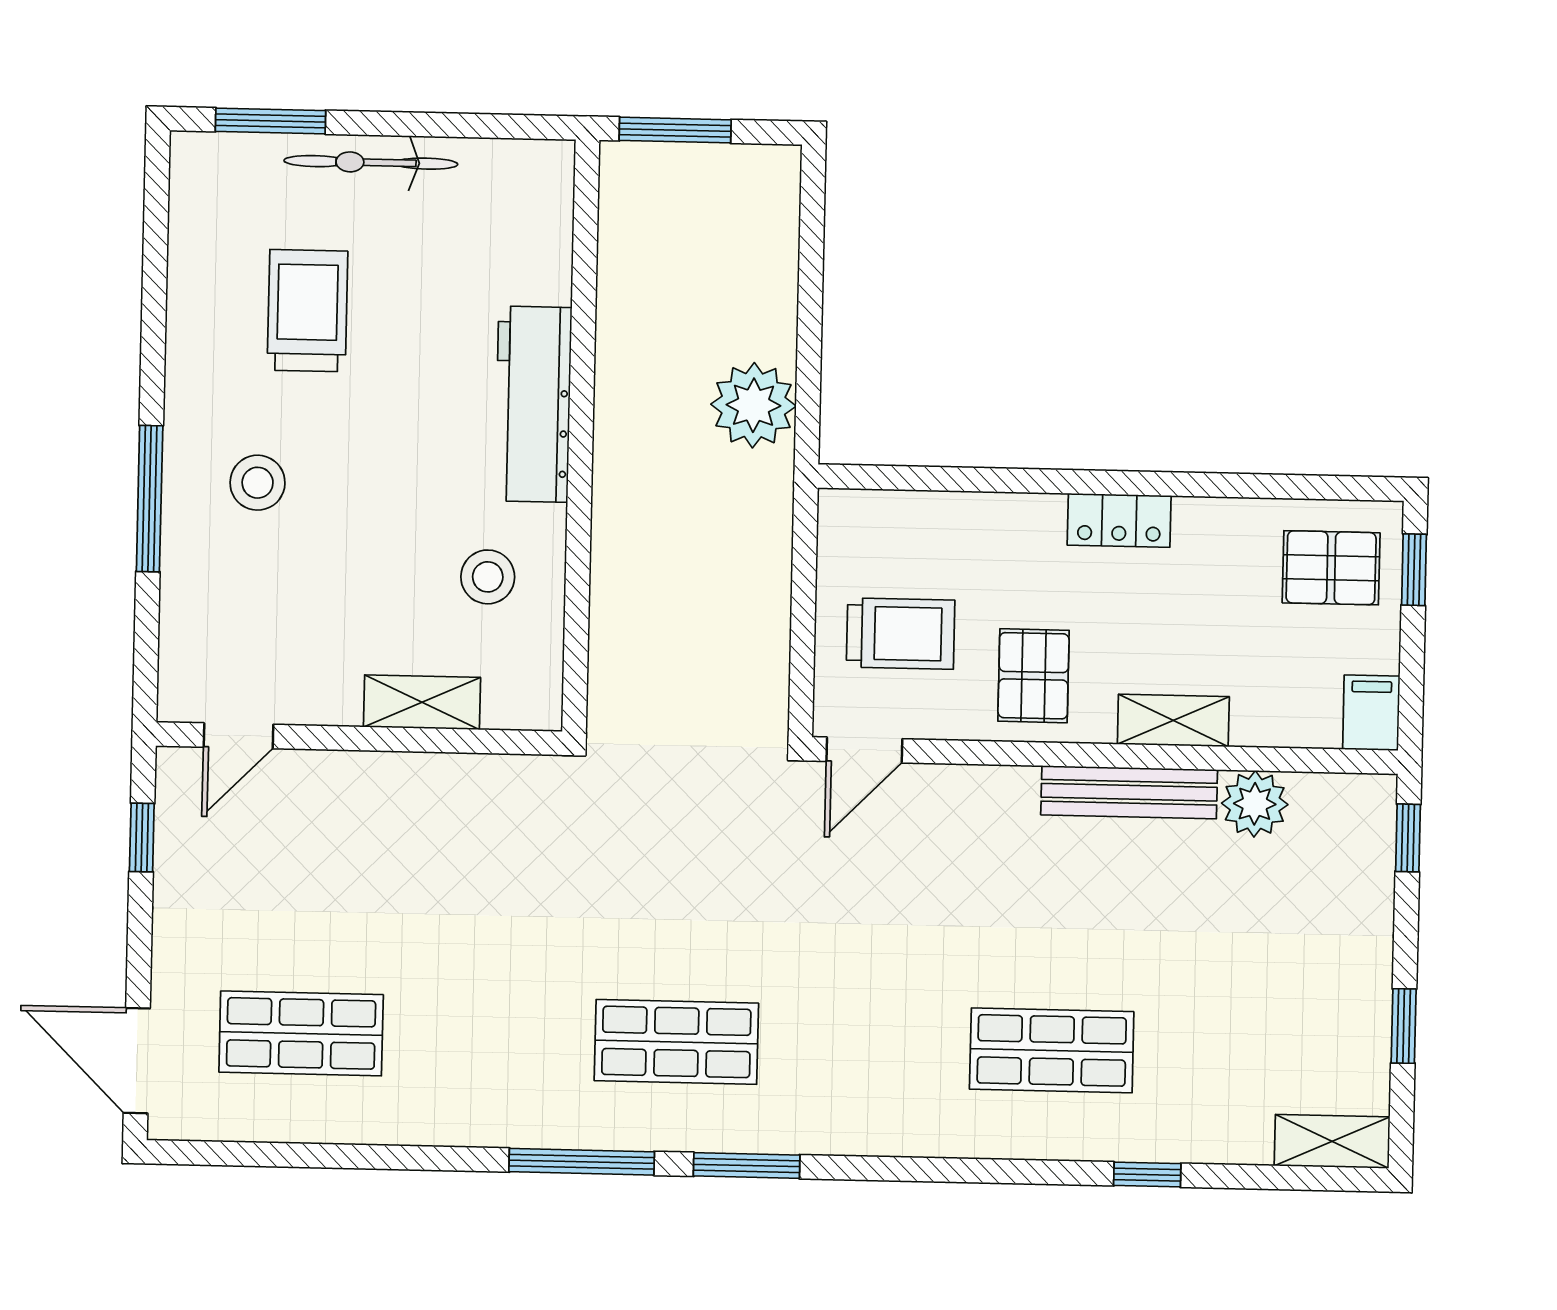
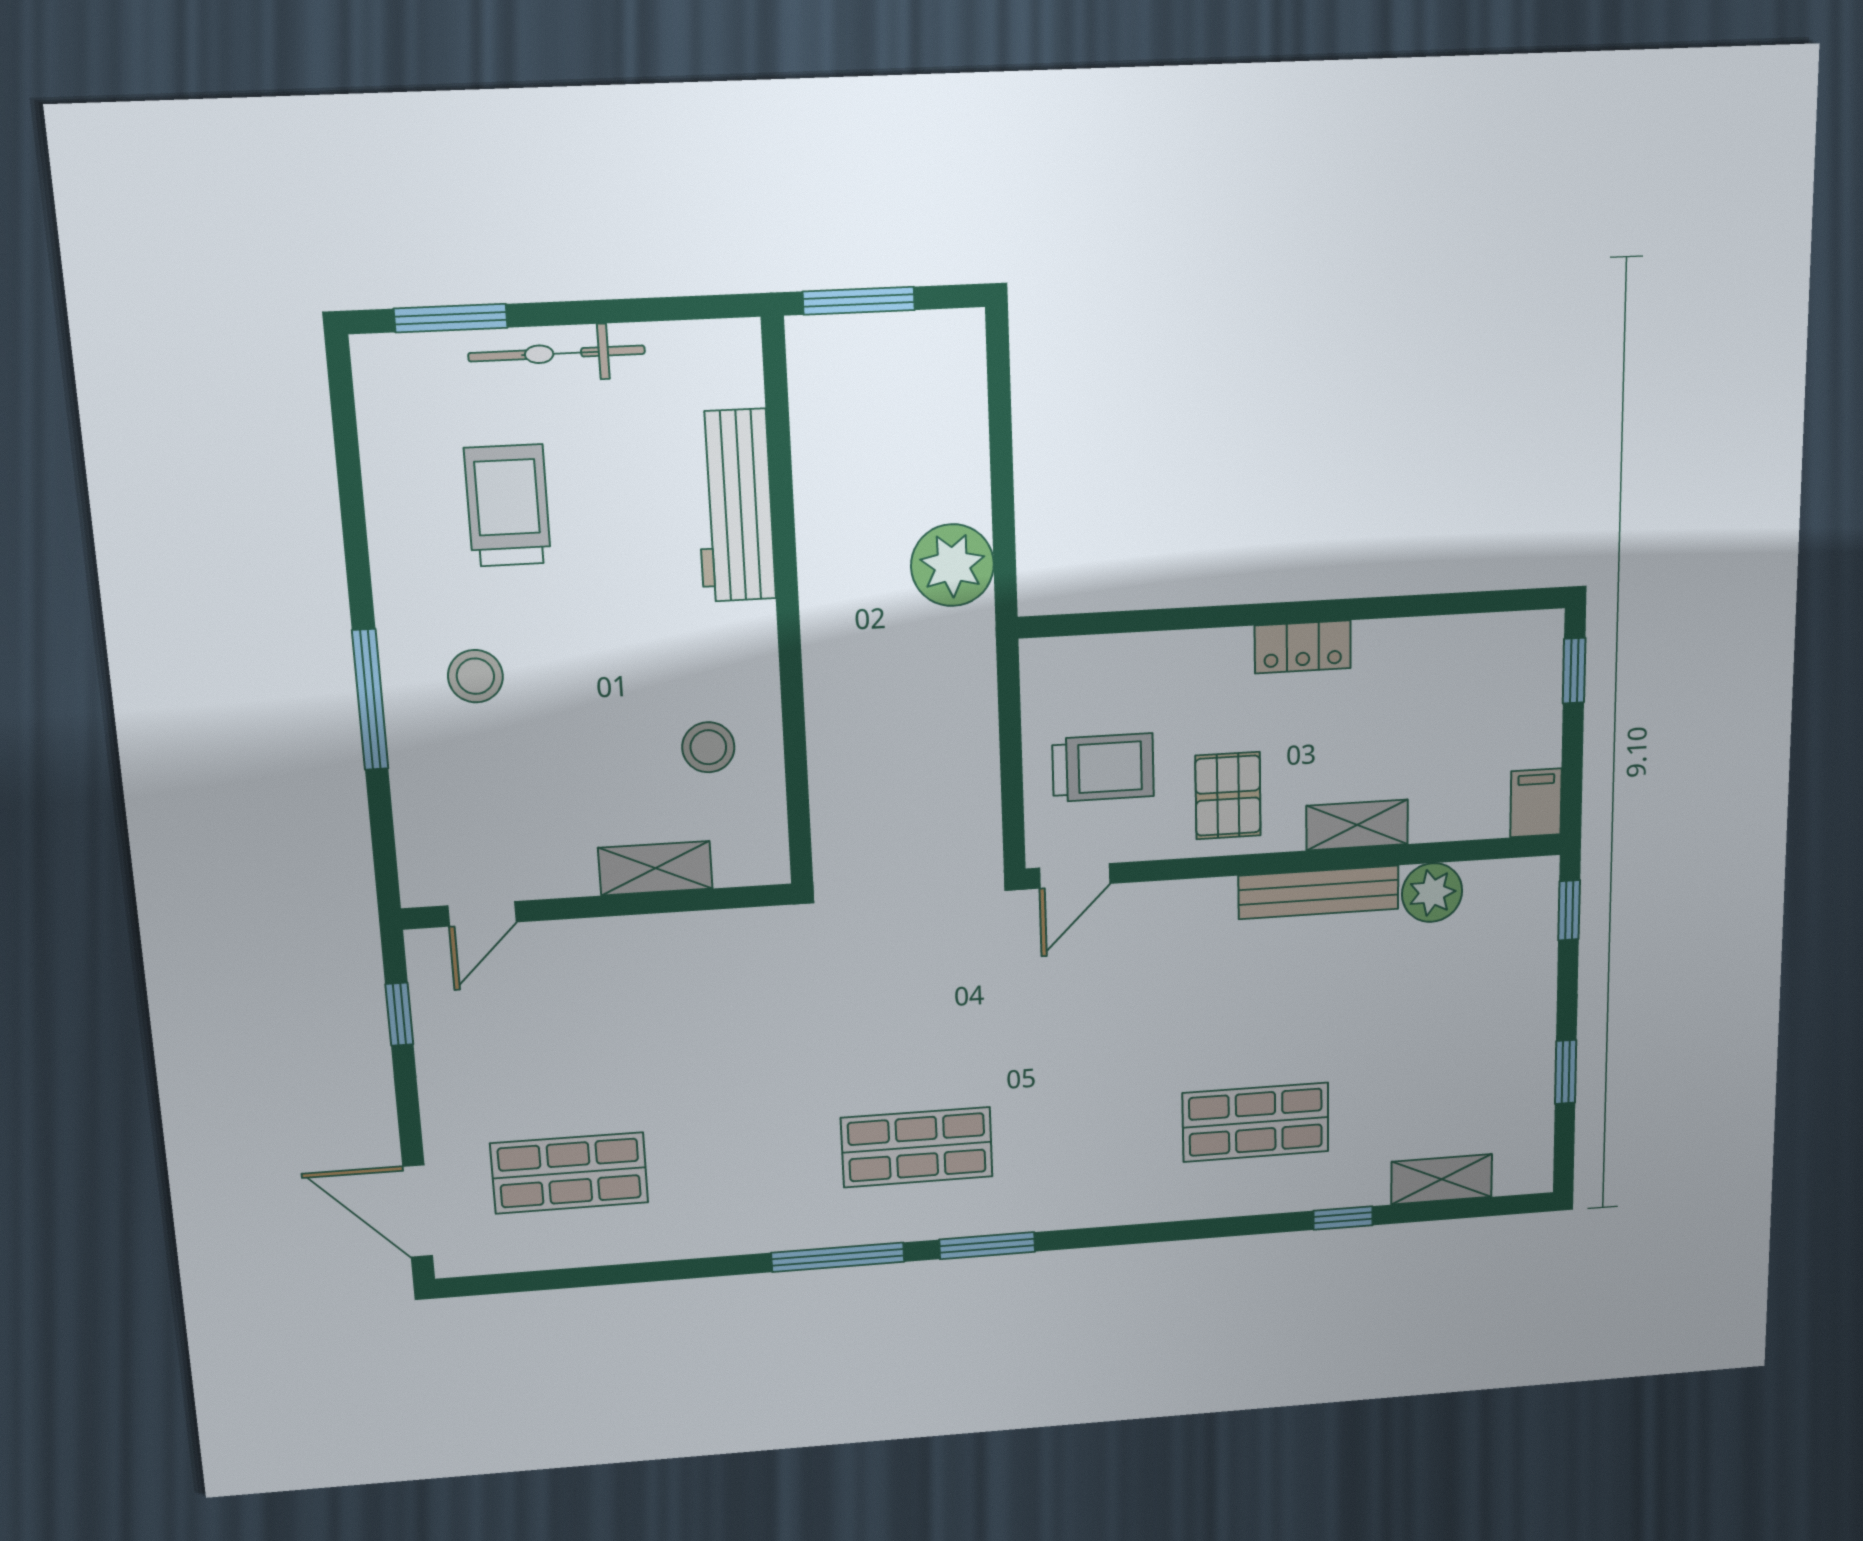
workbench: (533, 404) -> (735, 506), moved
pallet: (1331, 568) -> (1499, 675), removed
shelving: (1332, 1141) -> (1442, 1179), moved

